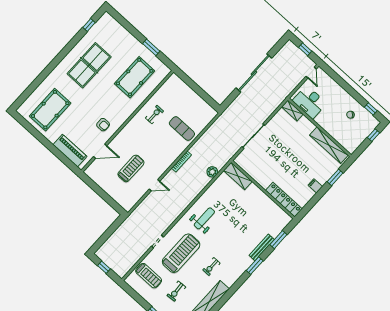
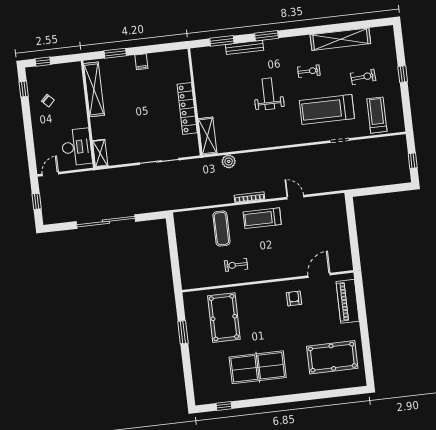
pool table: (135, 77) -> (224, 318), turned 90
door: (100, 151) -> (319, 275), hinge flipped
treadmill: (131, 168) -> (262, 218), moved
locker: (284, 200) -> (187, 109), moved
weight bench: (204, 218) -> (268, 94), moved, turned 90

